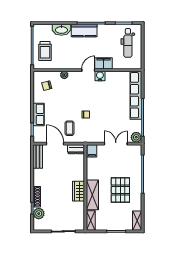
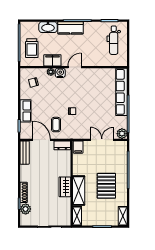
filing cabinet: (104, 63) -> (52, 60), moved
water cooler: (100, 76) -> (60, 73), moved

